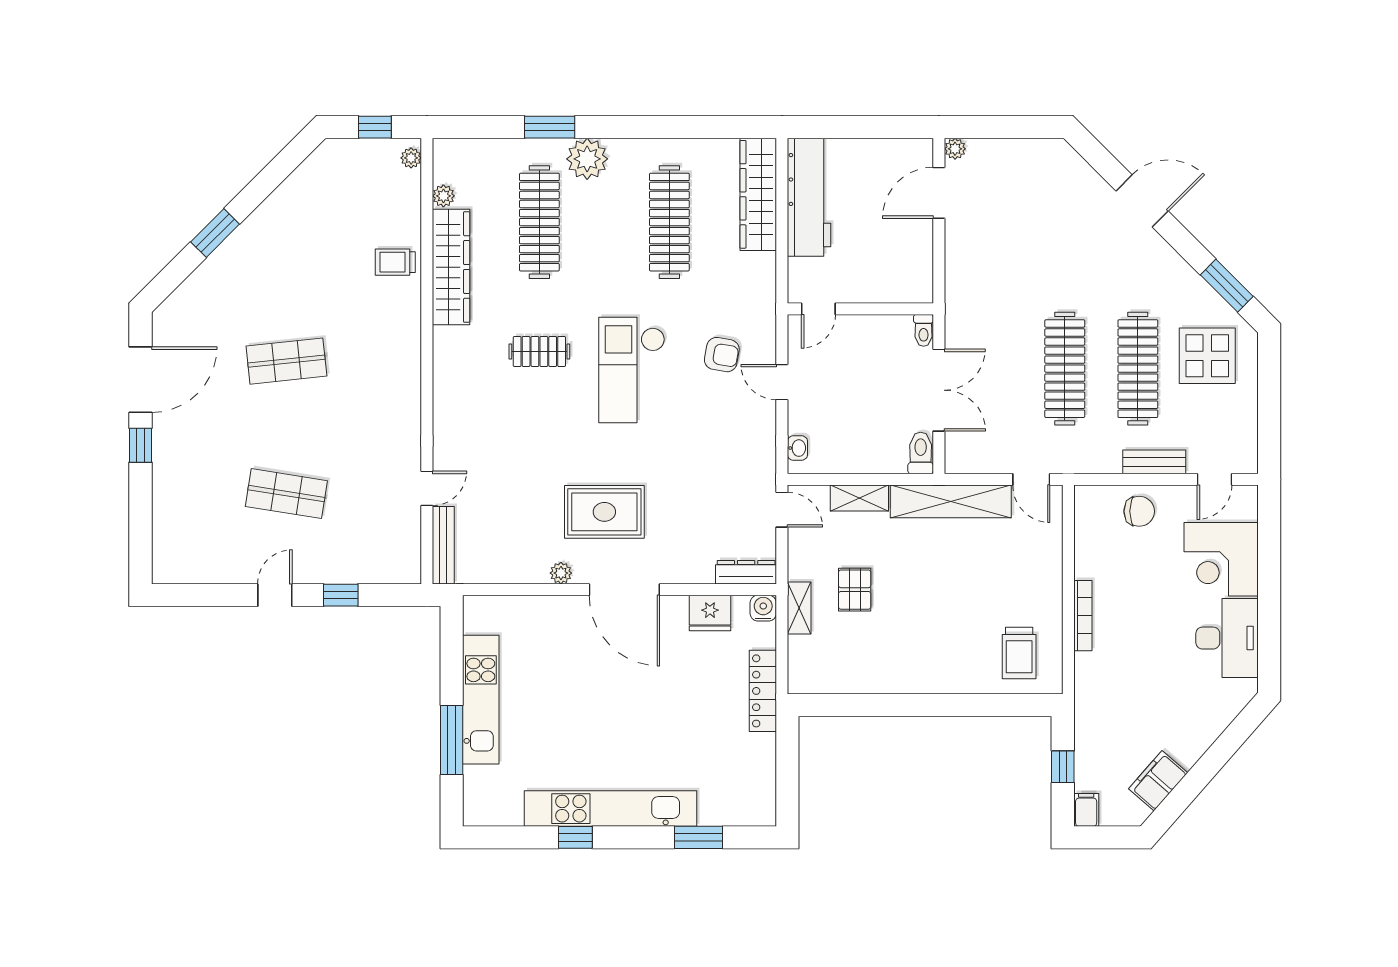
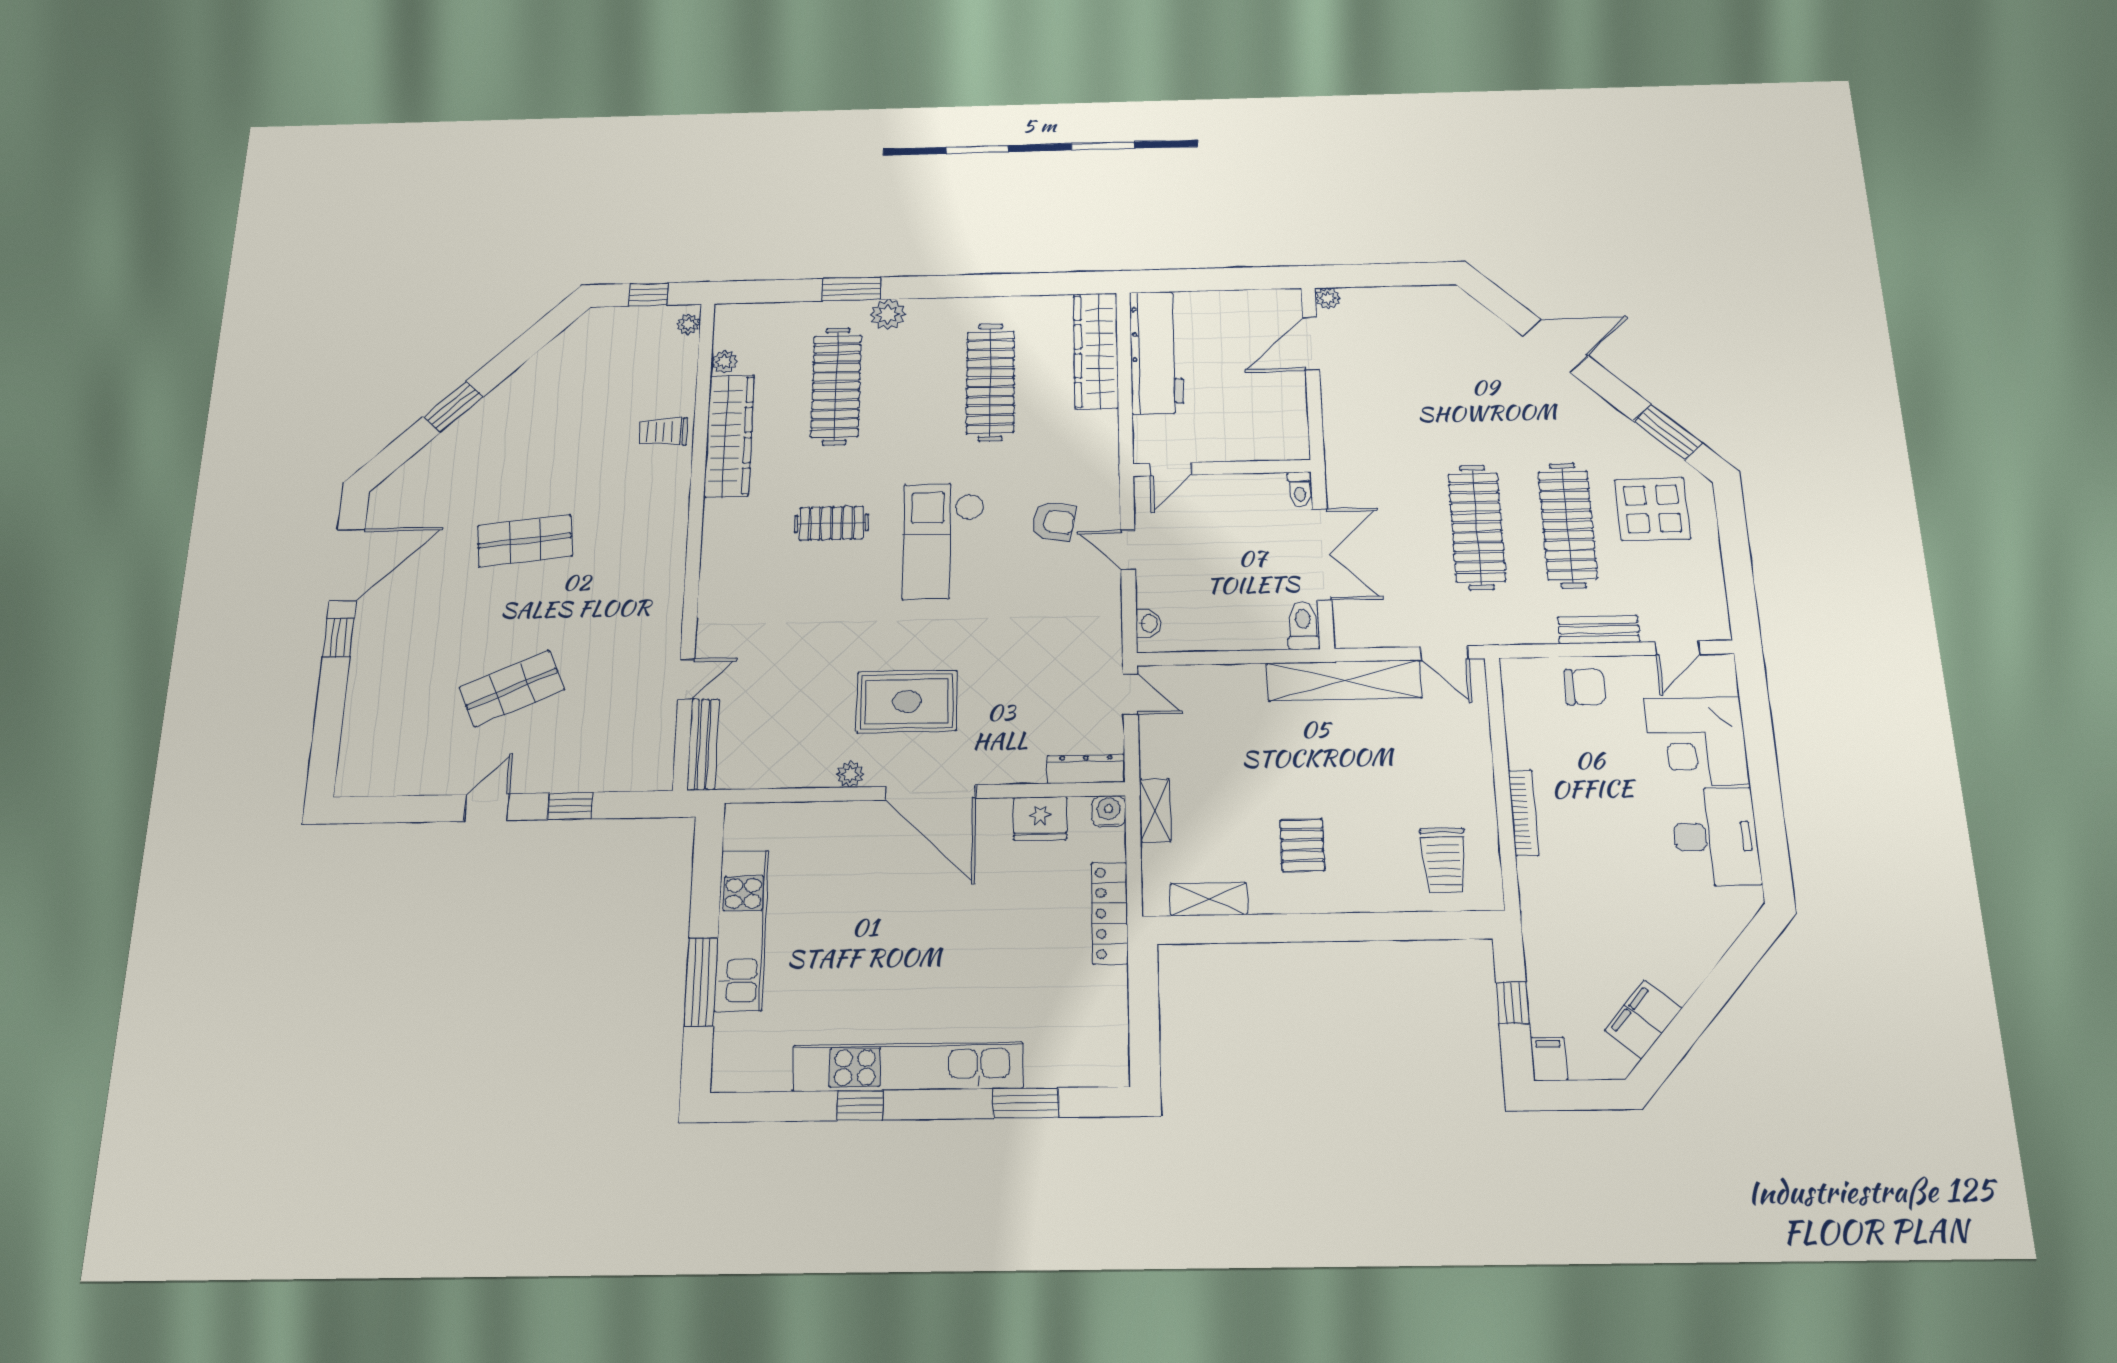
plant: (587, 159) -> (888, 314), width x0.73, depth x0.73
shop shelf: (286, 494) -> (512, 688), turned -33
shelving: (859, 498) -> (1209, 899), moved
pallet: (855, 590) -> (1302, 845), moved

